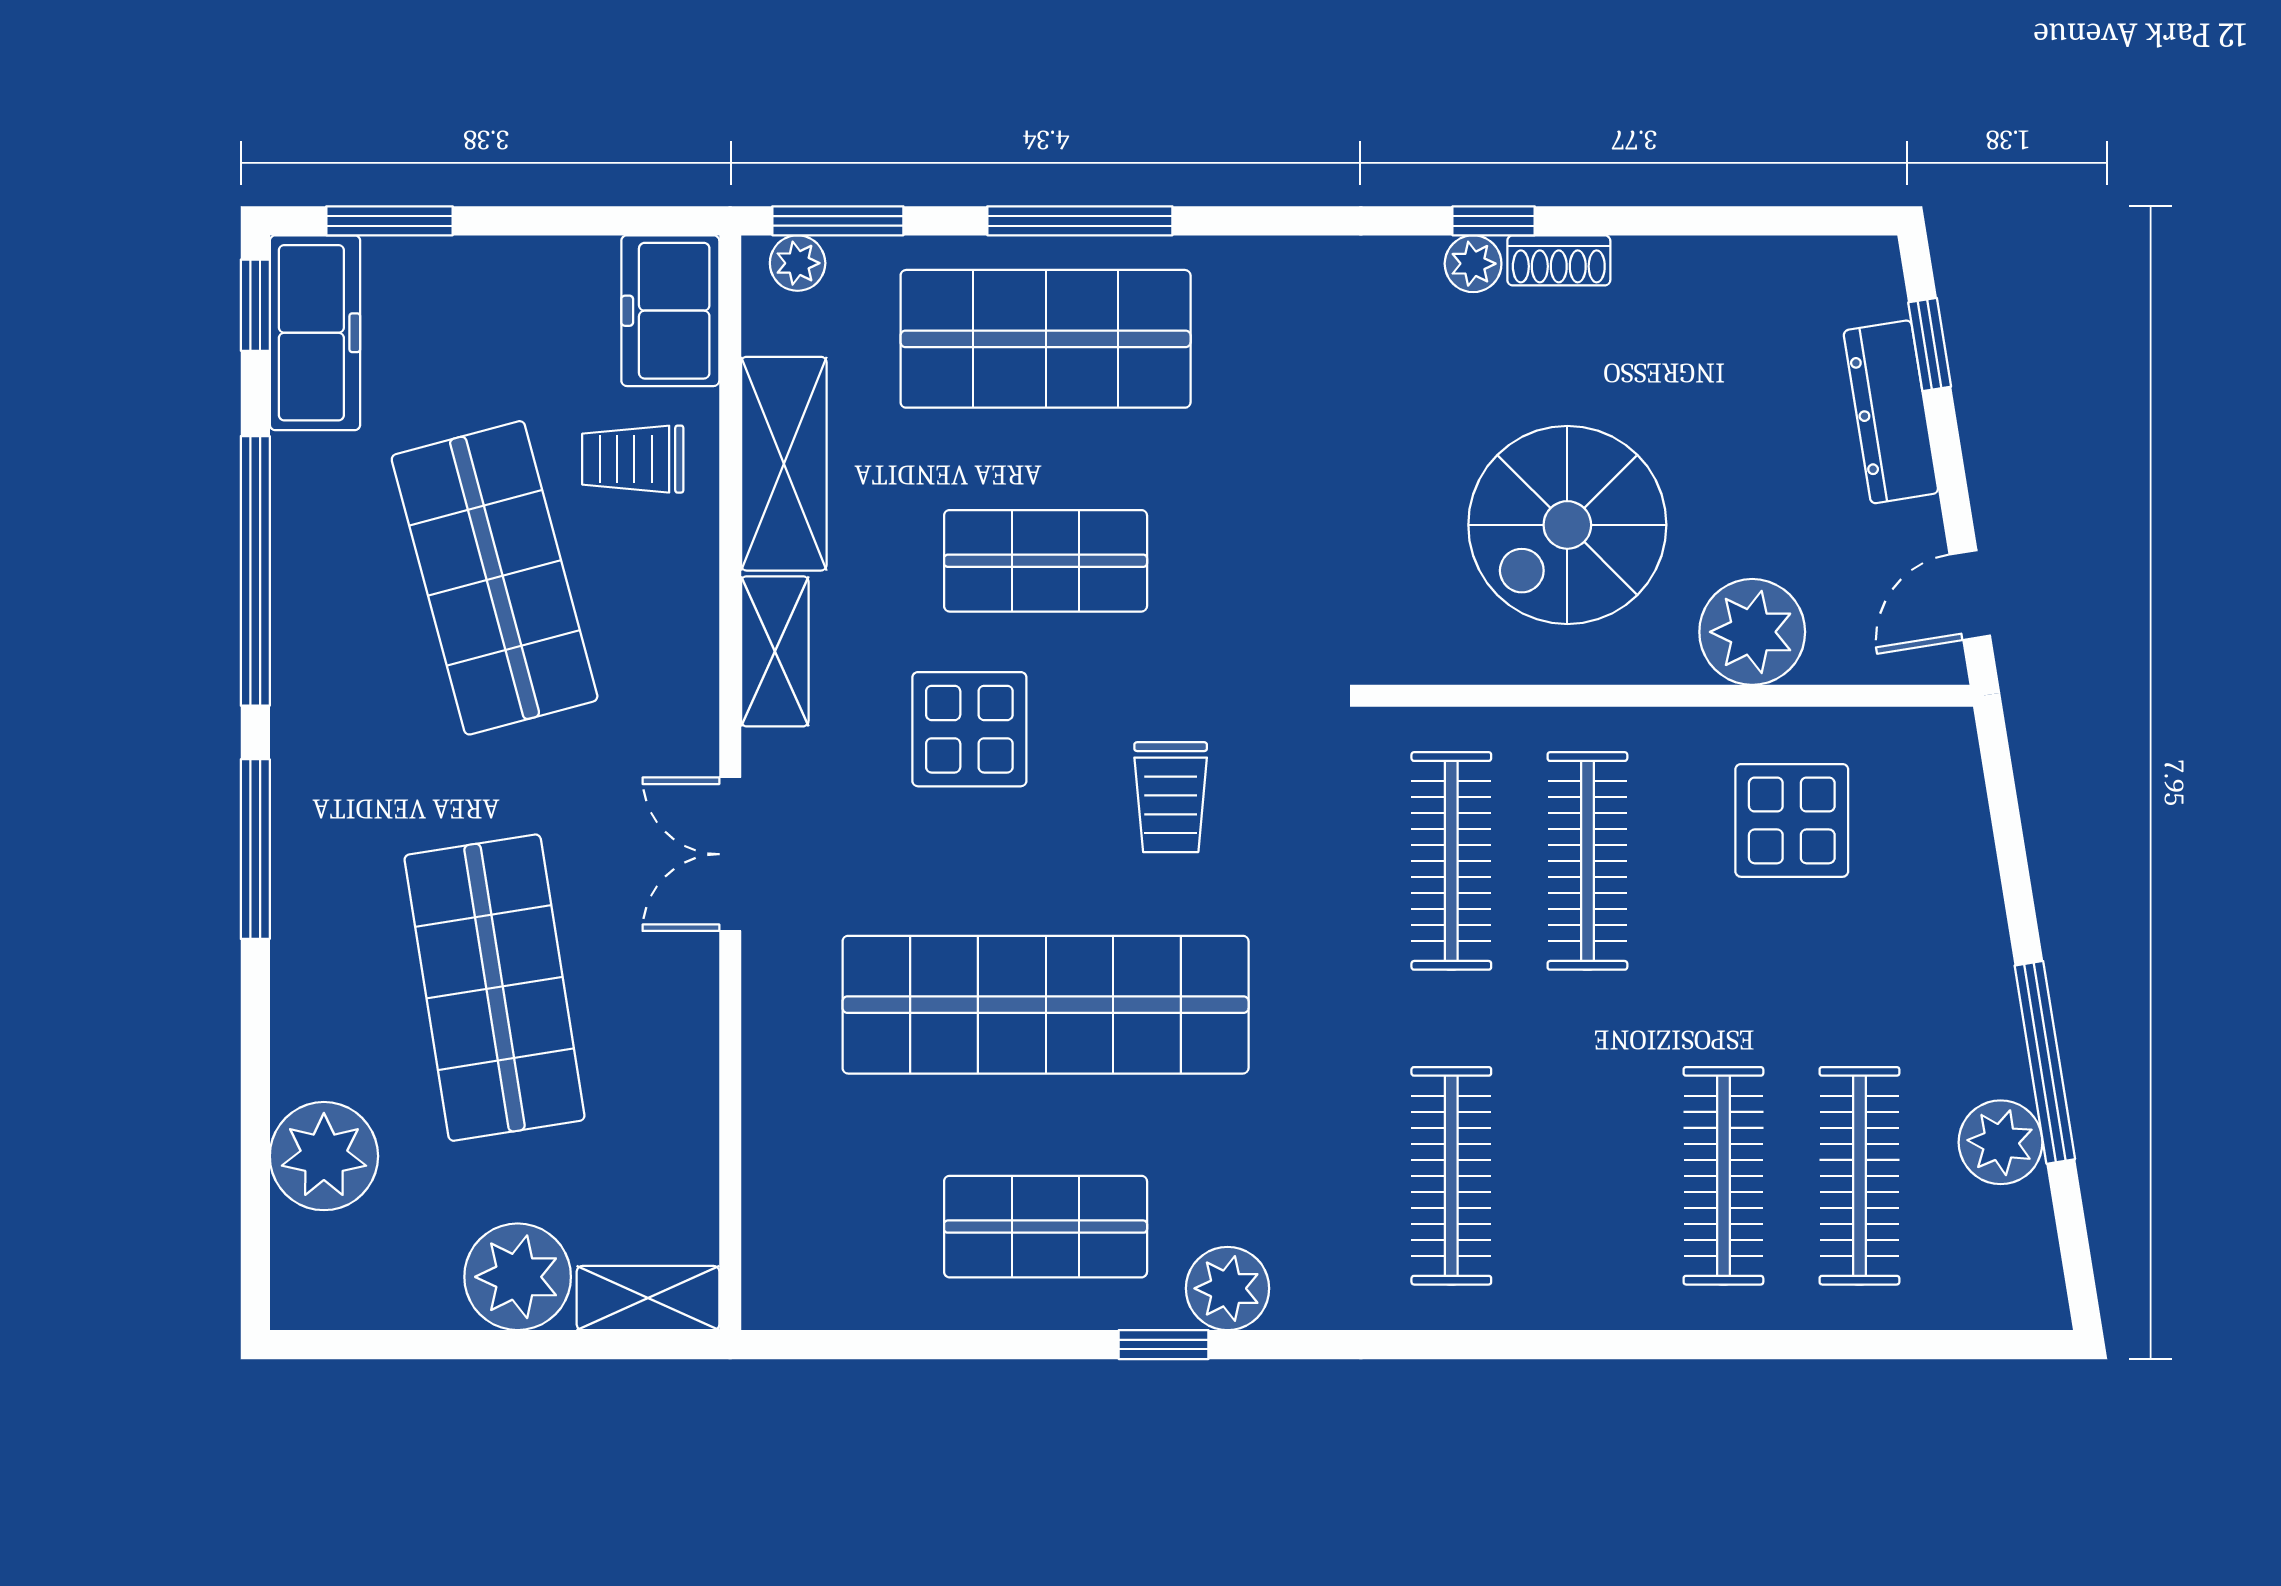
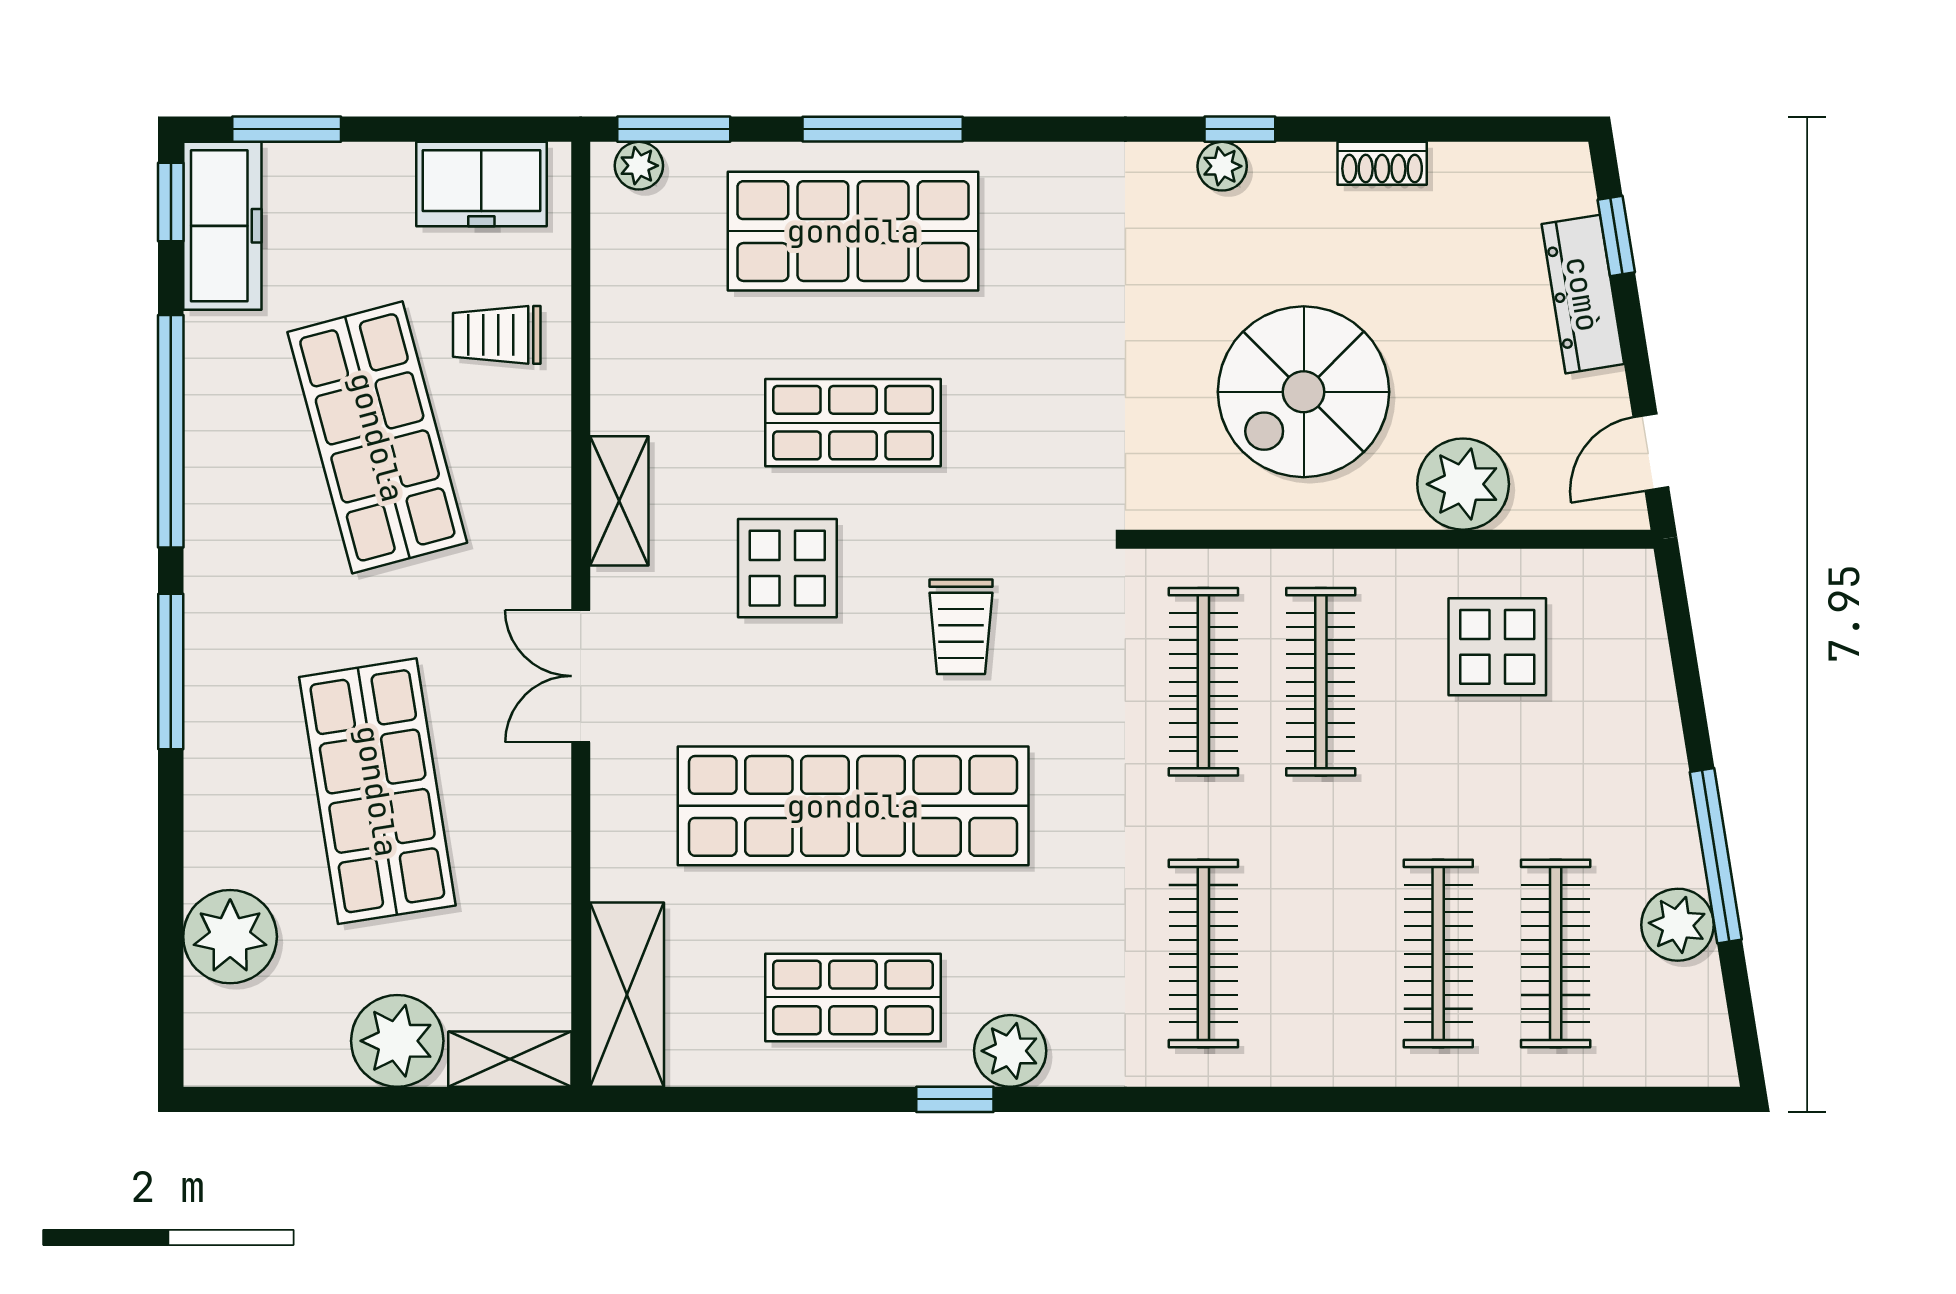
shoe rack: (1559, 260) -> (1382, 163), moved
freezer: (670, 311) -> (481, 184), moved, turned -90
shelving: (784, 464) -> (627, 995), moved

